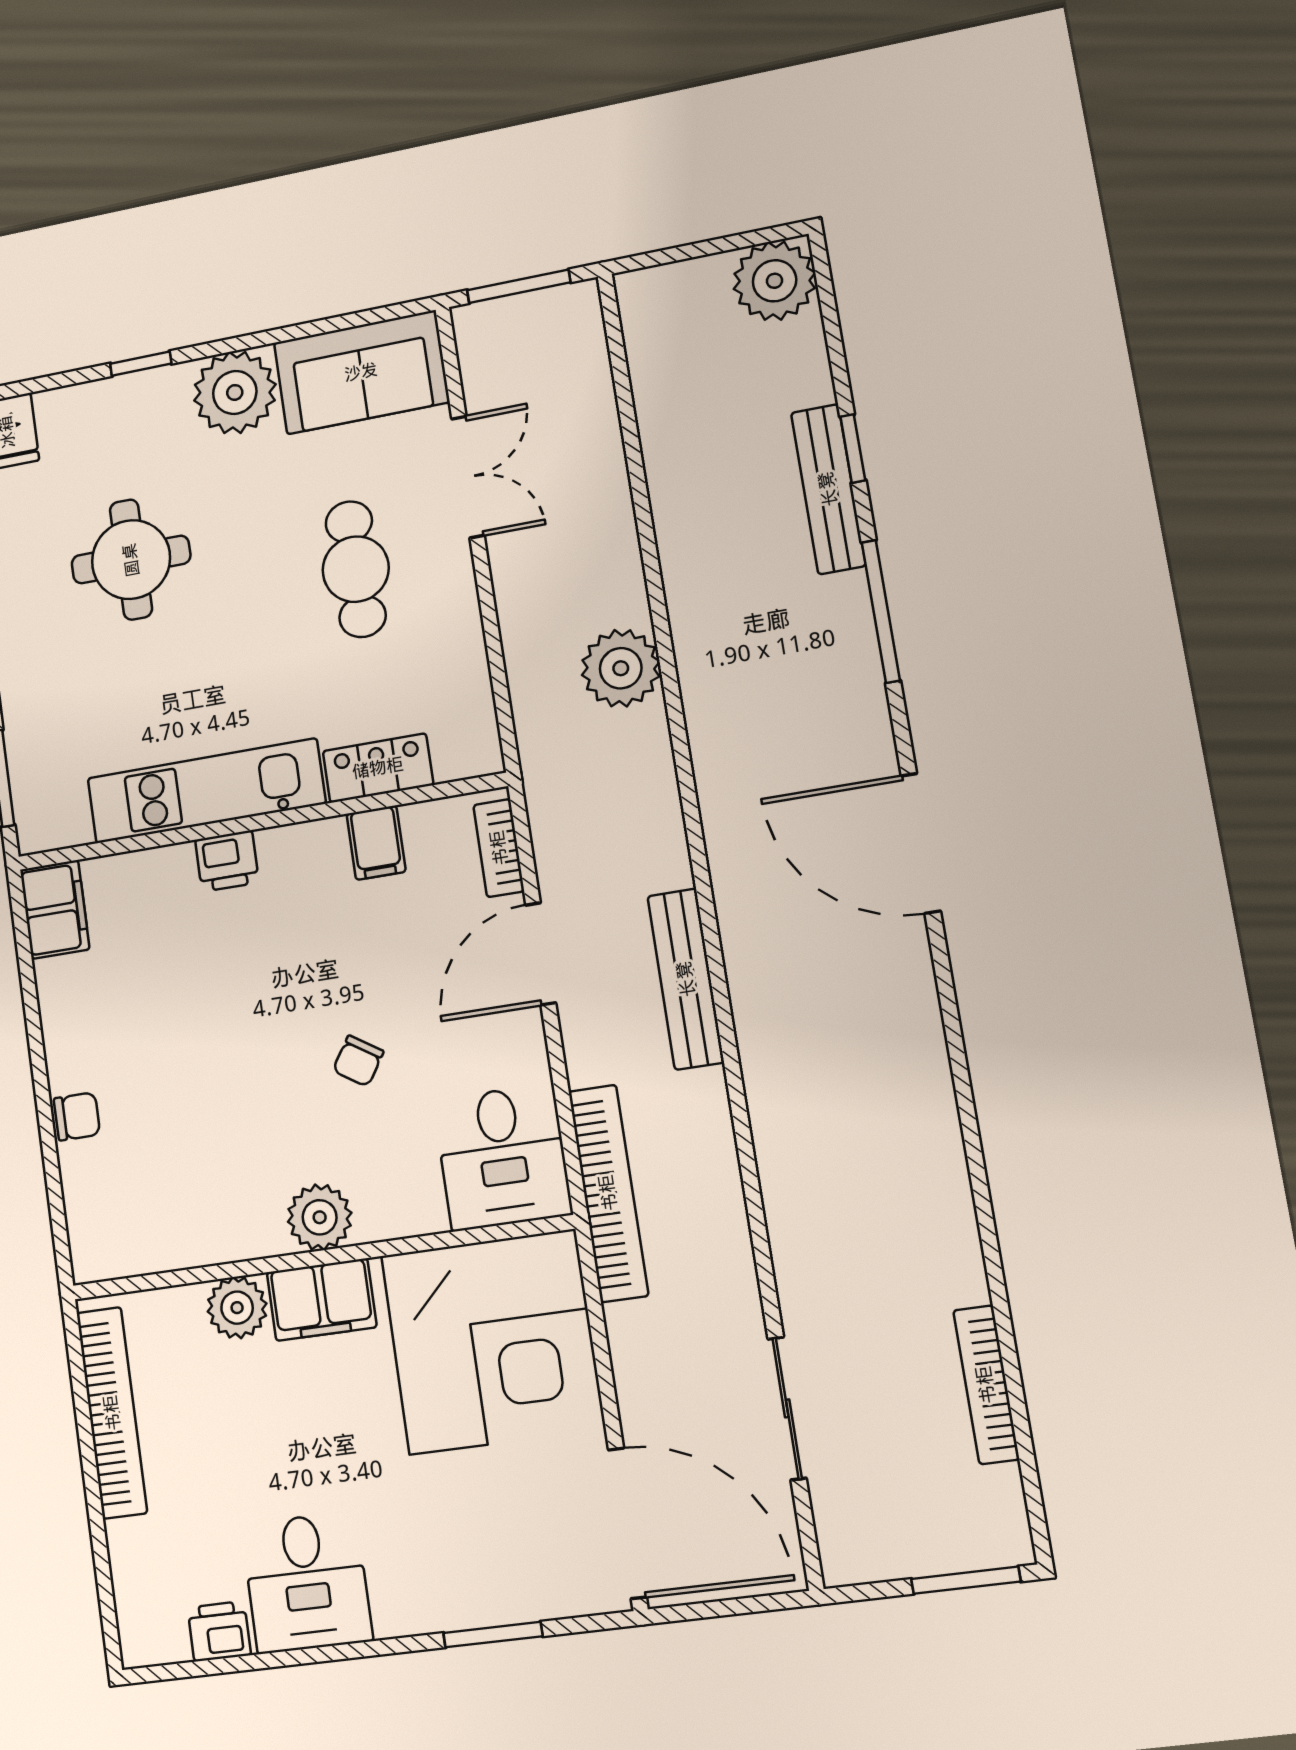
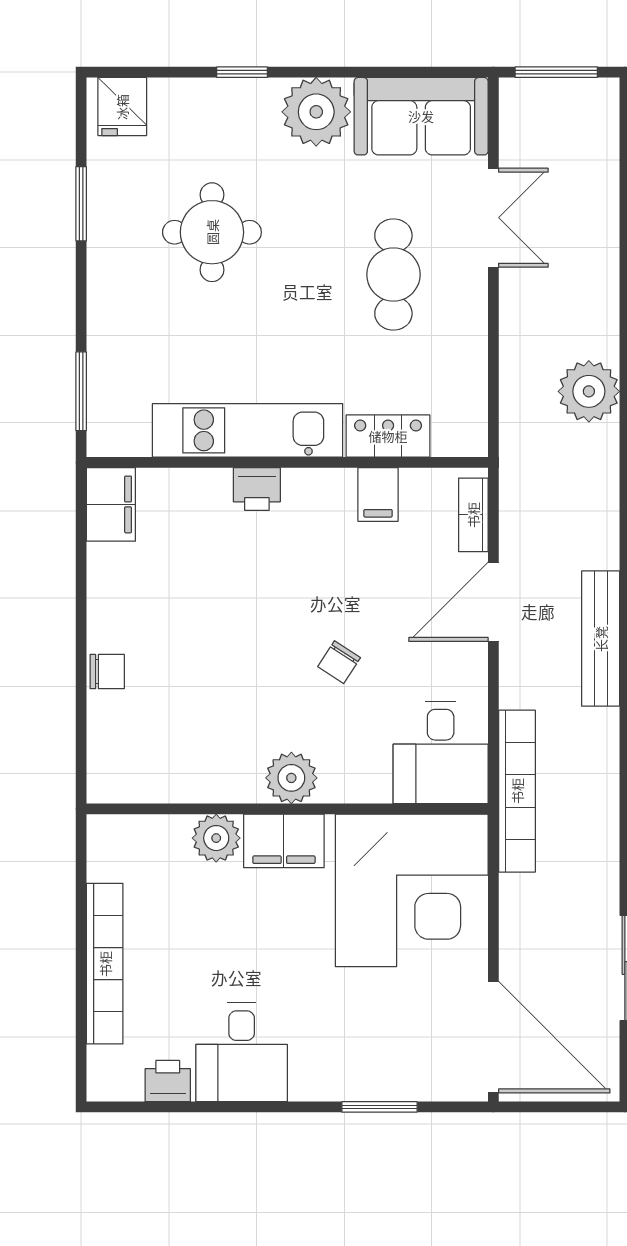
bookcase: (112, 1413) -> (105, 964), moved

